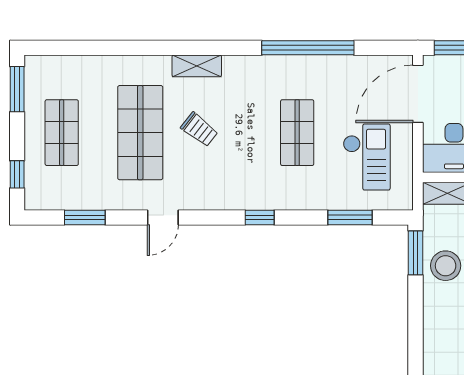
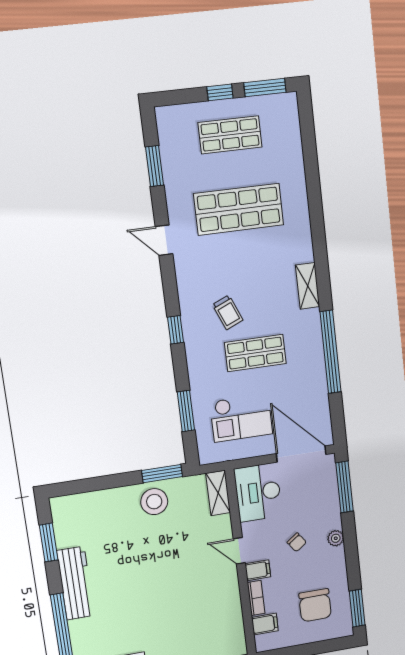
shelving: (197, 66) -> (308, 286), moved
trolley: (199, 130) -> (228, 312), moved, turned -61
window: (17, 174) -> (220, 92), moved

